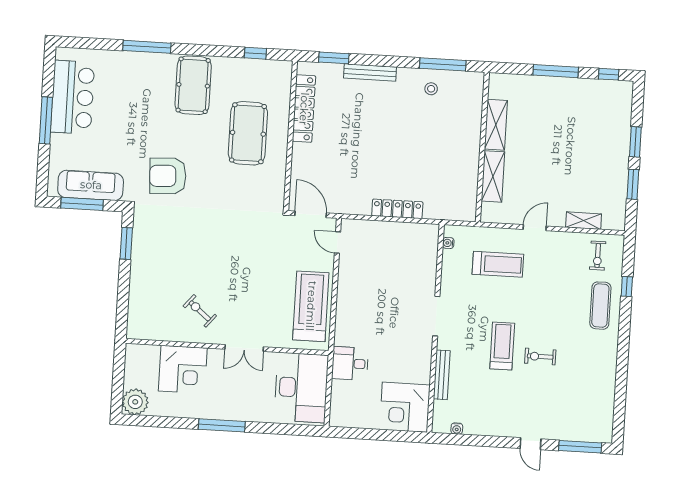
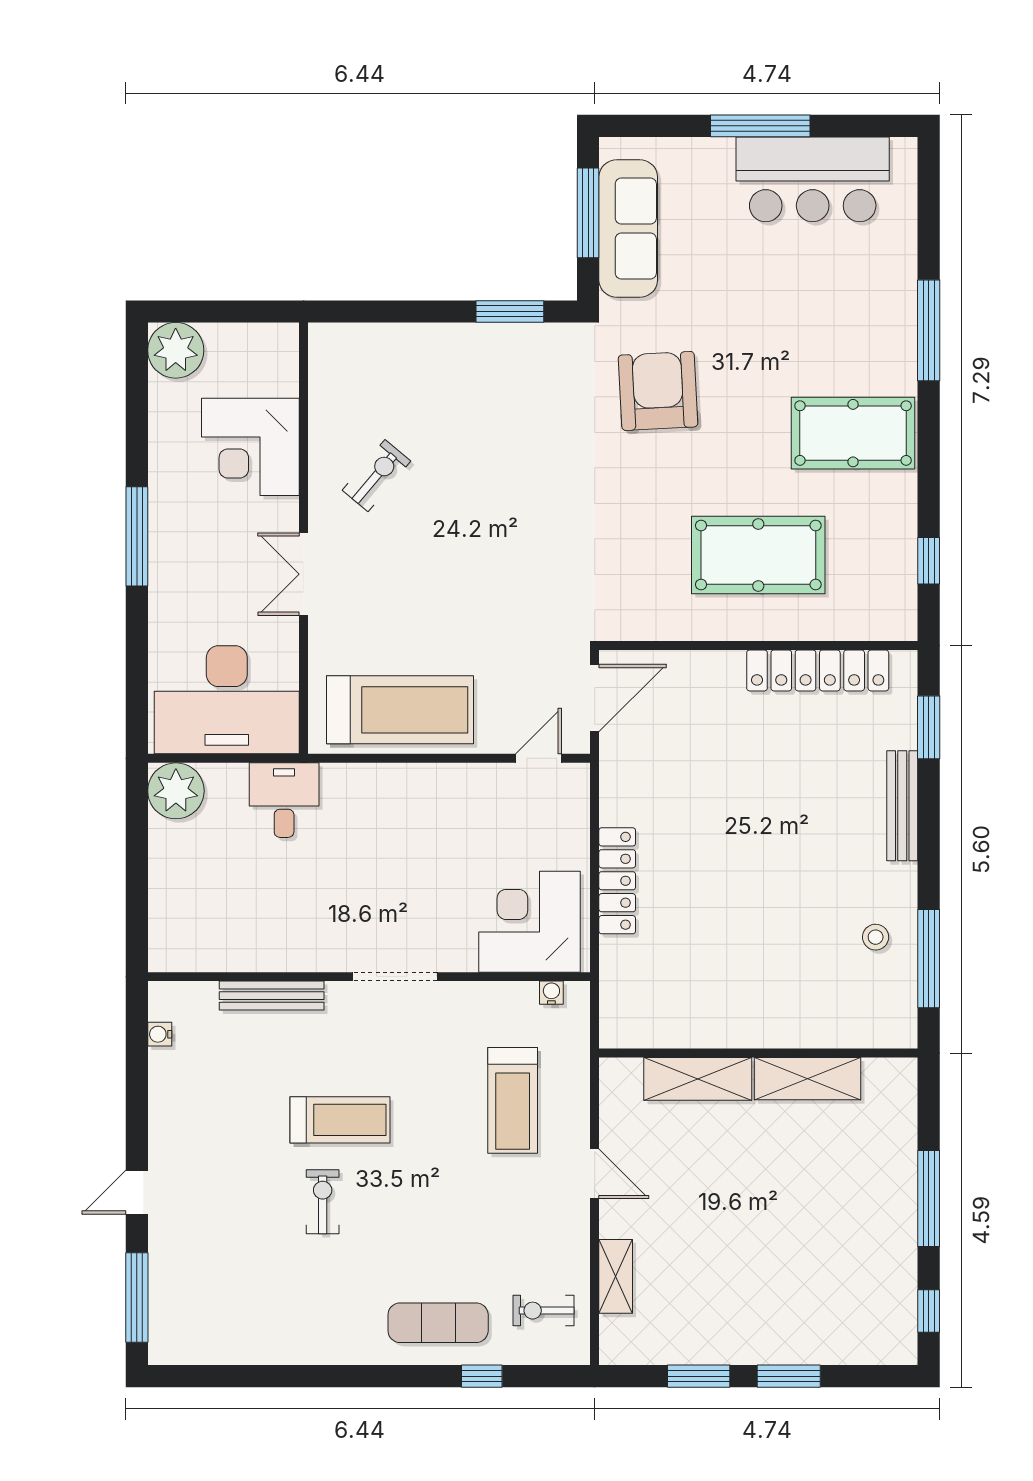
corner desk: (405, 407) -> (530, 922), moved
plant: (343, 414) -> (176, 791), added

